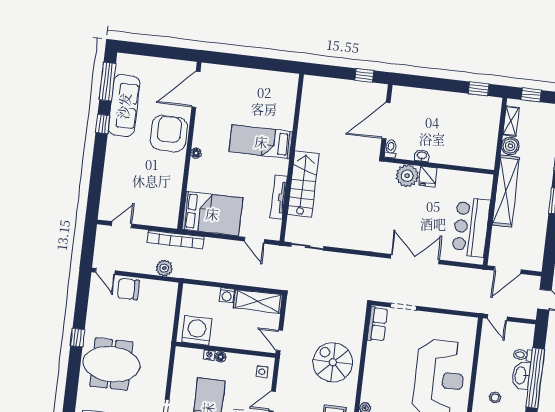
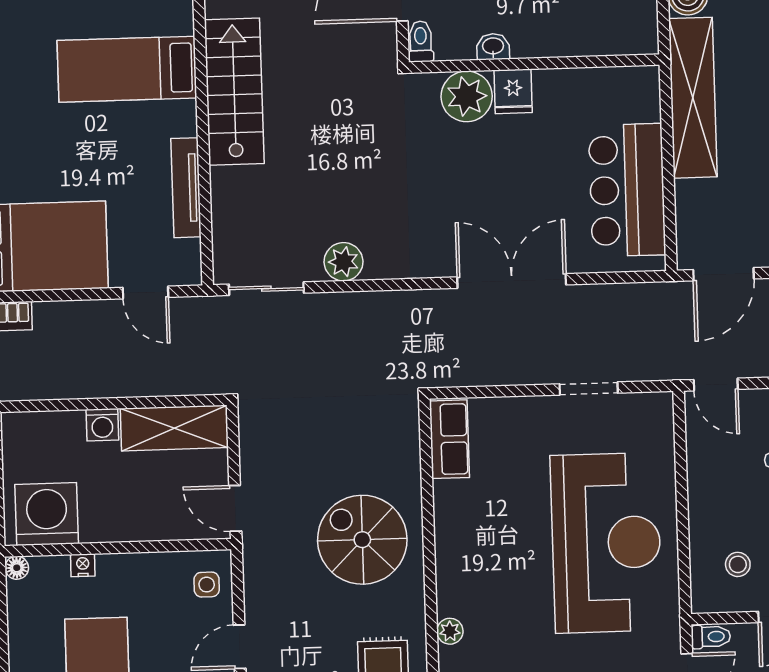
stairs: (303, 184) -> (234, 92), moved
plant: (343, 240) -> (344, 262), added
doorway: (403, 307) -> (589, 389), moved
floor lamp: (221, 357) -> (17, 568), moved

